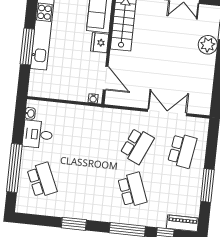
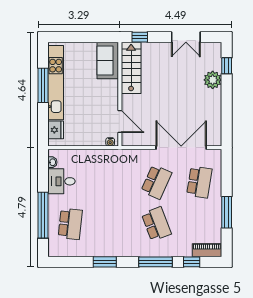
fridge: (100, 43) -> (56, 130), moved, turned 180
window: (27, 47) -> (43, 85), moved
double door: (167, 112) -> (181, 148), width x1.36
school desk: (42, 180) -> (70, 224), turned 30

